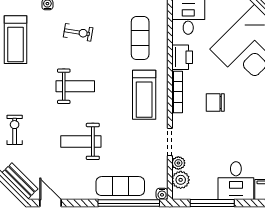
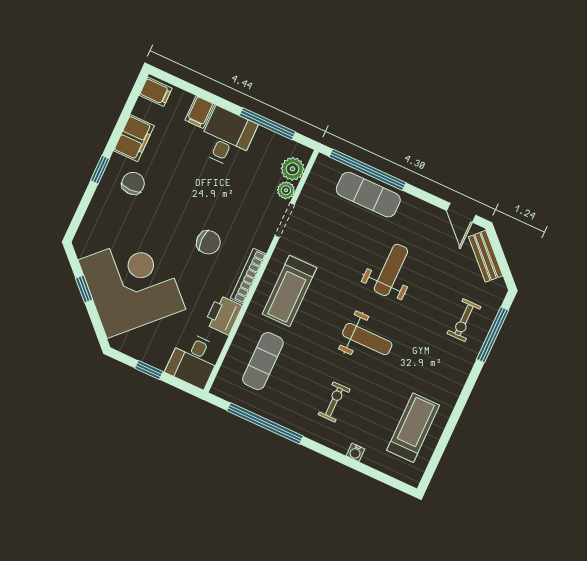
exercise bike: (78, 32) -> (334, 402), turned 81
weight bench: (75, 86) -> (367, 339), turned 180
treadmill: (144, 95) -> (289, 291), turned 180
weight bench: (81, 141) -> (391, 270), turned -90
water cooler: (162, 194) -> (323, 162), removed

